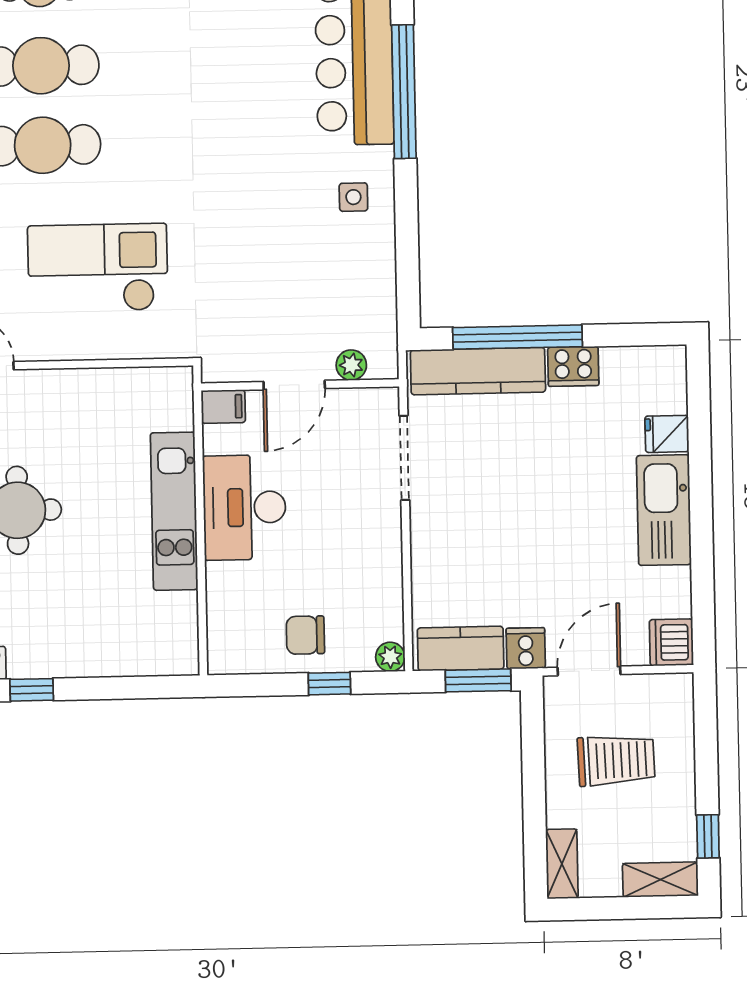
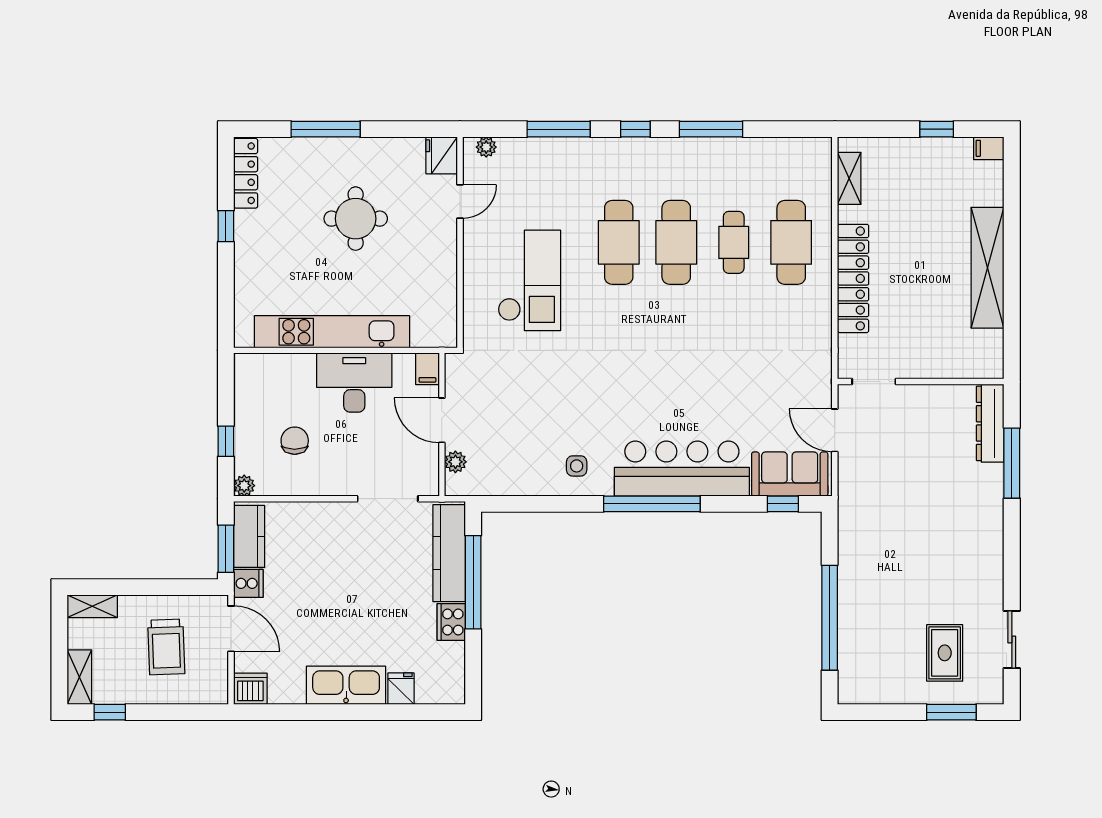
kitchen unit: (174, 511) -> (332, 332), width x1.36
chair: (305, 635) -> (295, 441), moved

